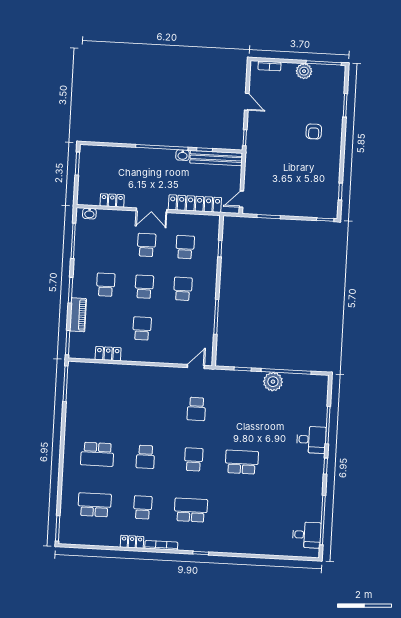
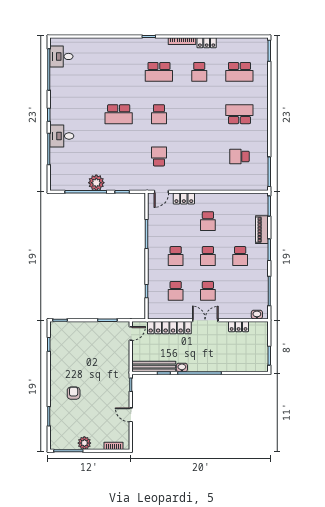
locker: (108, 354) -> (184, 199), moved
school desk: (145, 457) -> (239, 156), moved, turned -90

